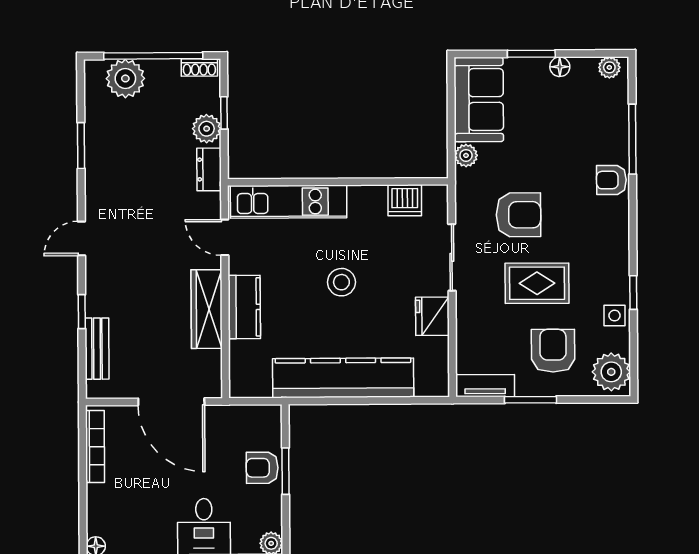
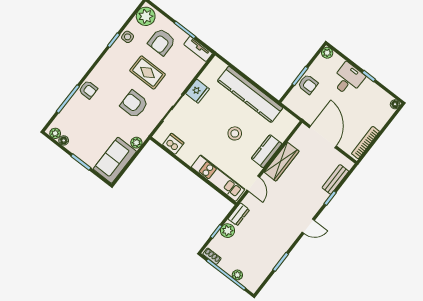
floor lamp: (560, 67) -> (64, 140), moved
plant: (125, 78) -> (237, 275), width x0.53, depth x0.53
stool: (341, 282) -> (235, 133), moved

